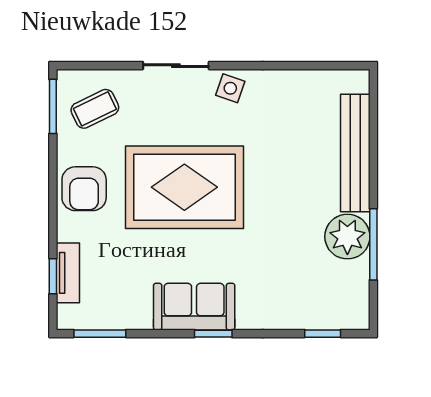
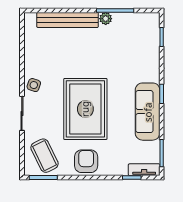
coffee table: (95, 109) -> (45, 156), width x1.36, depth x1.30
armchair: (84, 189) -> (86, 161), turned -90
plant: (347, 237) -> (106, 19), width x0.53, depth x0.53
tv unit: (68, 273) -> (144, 170), moved
sofa: (194, 307) -> (148, 112), width x1.36

